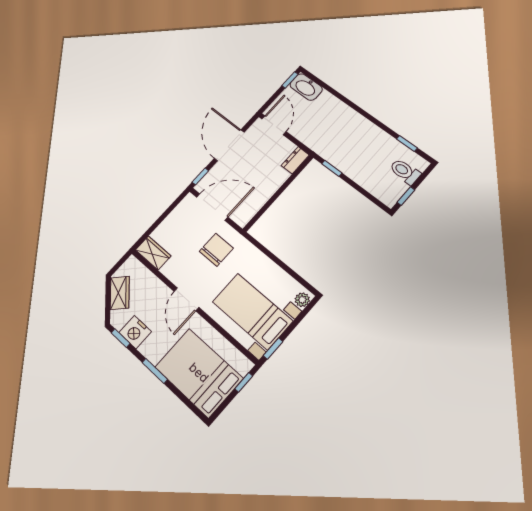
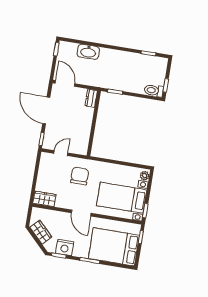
washbasin: (306, 87) -> (88, 52), moved
toilet: (405, 172) -> (154, 91), moved
door: (212, 207) -> (61, 153), width x0.53

